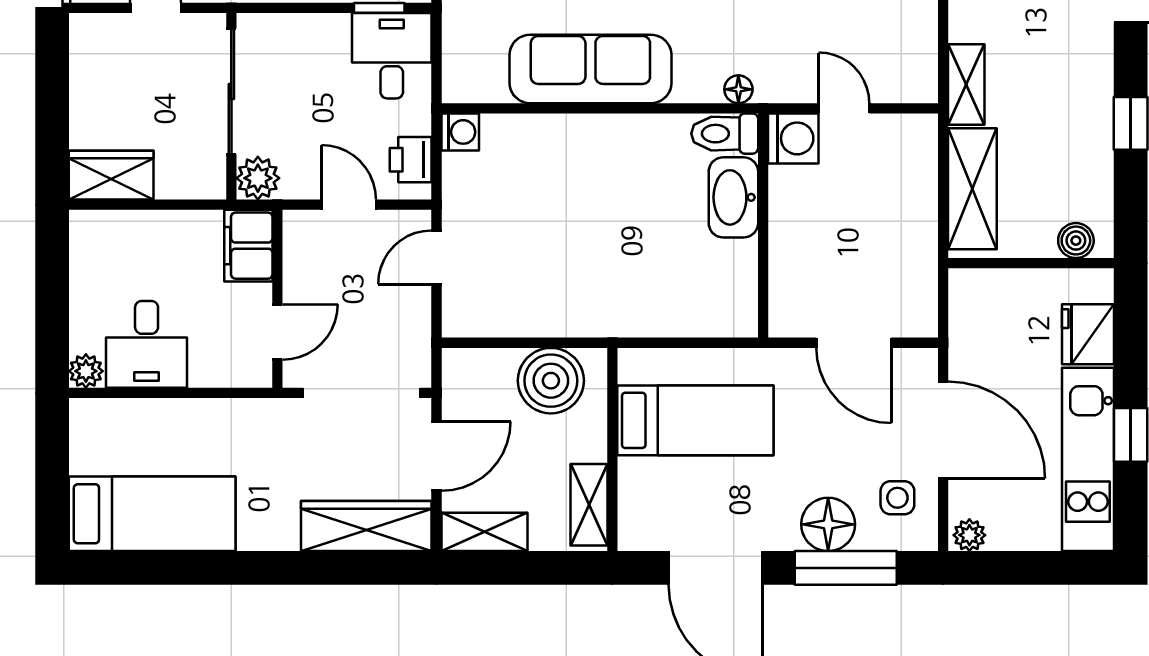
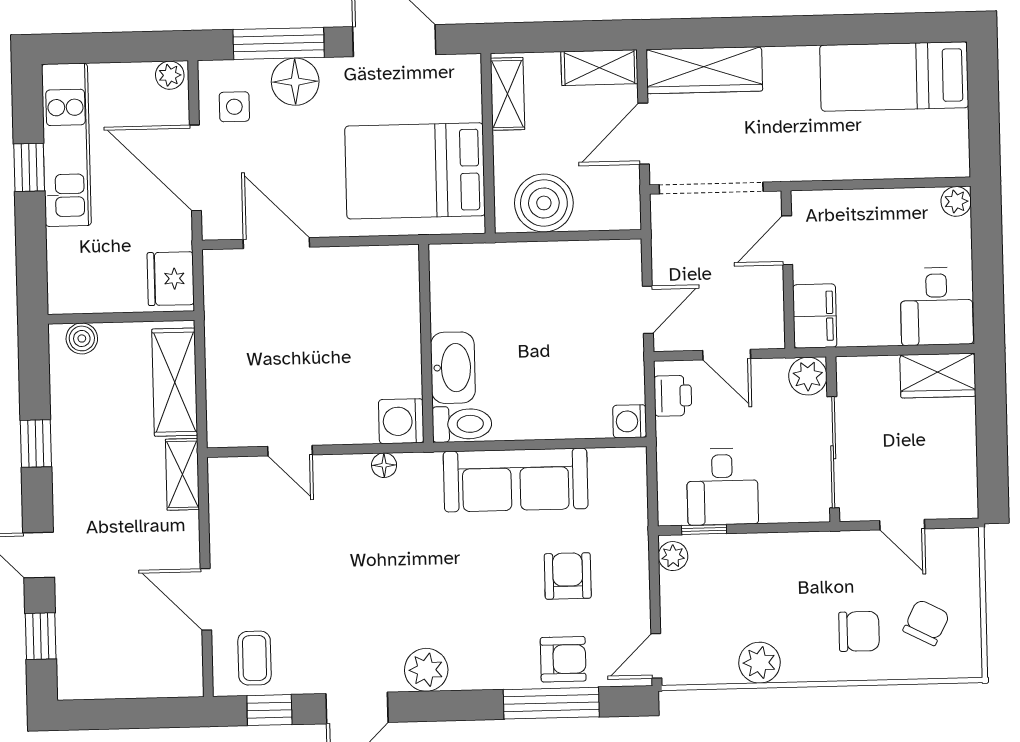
desk: (392, 56) -> (722, 487), moved
toilet: (725, 134) -> (462, 424), moved
washing machine: (793, 138) -> (401, 421), moved
washbasin: (733, 197) -> (453, 368), moved
wall: (763, 226) -> (426, 343), moved
fridge: (1088, 334) -> (171, 279), moved, turned 180
desk: (147, 344) -> (937, 306), moved, turned 180
bed: (695, 420) -> (415, 171), width x1.50

